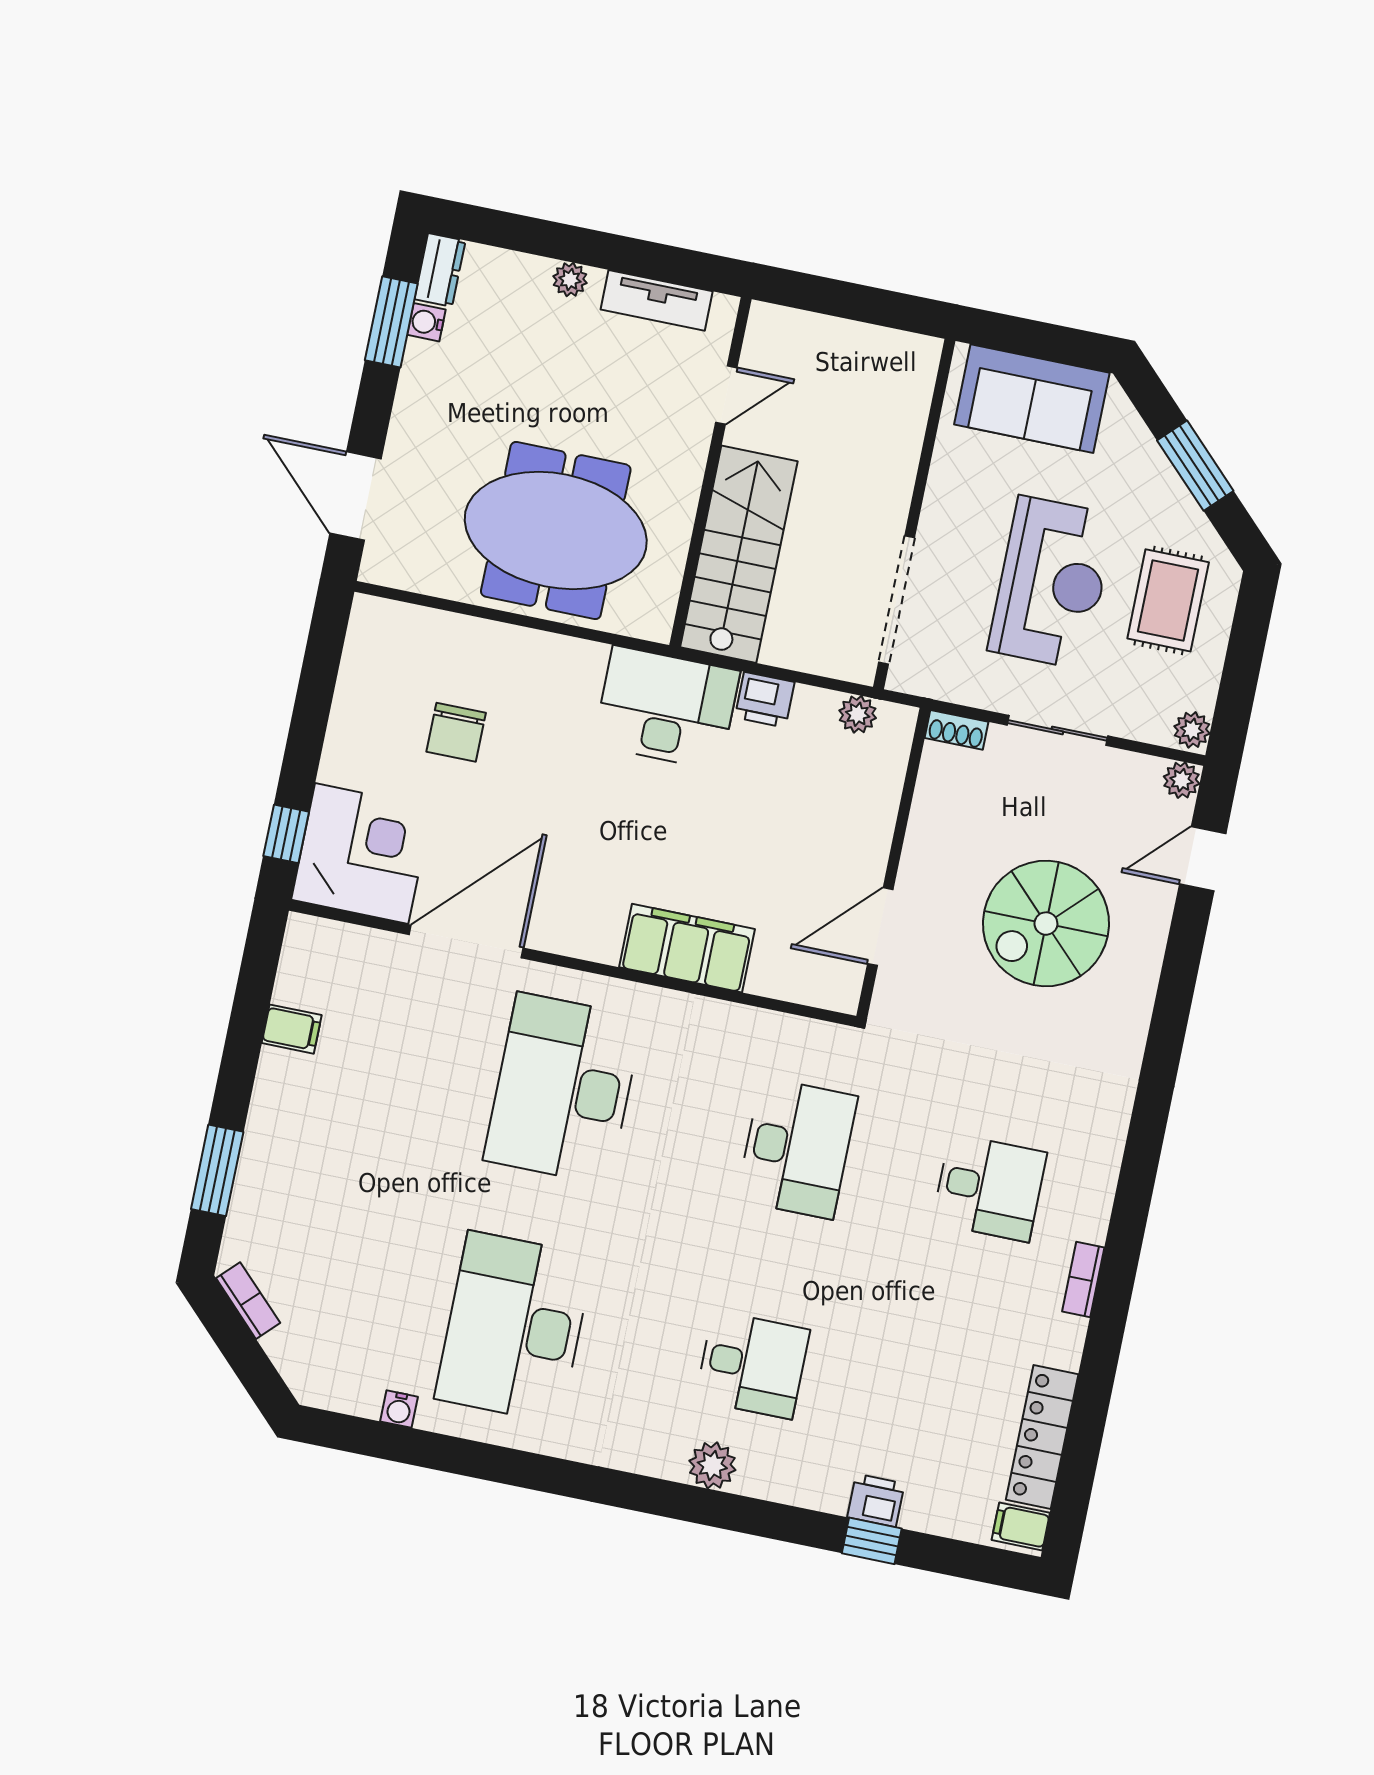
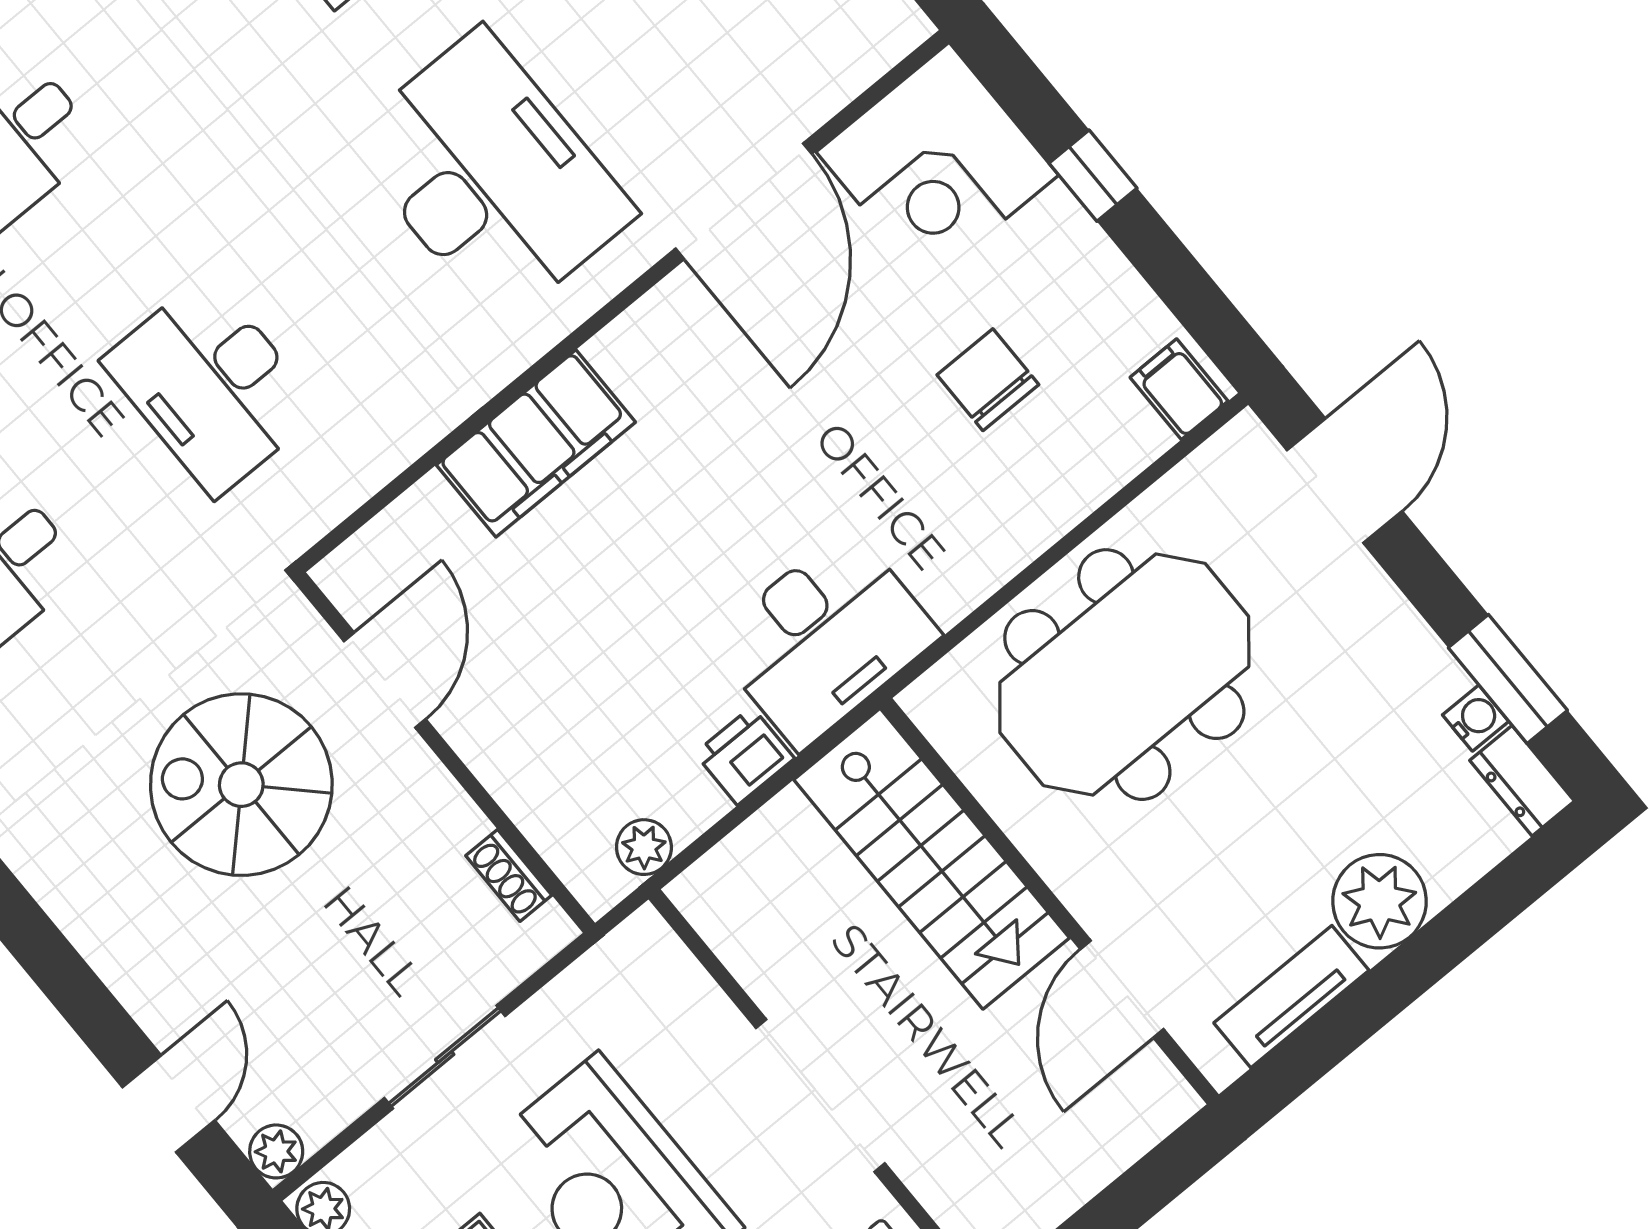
plant: (570, 280) -> (1379, 901), width x1.88, depth x1.88
door: (726, 395) -> (1122, 989), width x1.38
door: (356, 496) -> (1344, 481), hinge flipped
doorway: (897, 600) -> (820, 1096), moved
filing cabinet: (378, 625) -> (1179, 389), added
shoe rack: (956, 730) -> (509, 875), moved, turned -90
window: (286, 834) -> (1093, 176), moved
spiral stairs: (1046, 924) -> (241, 785), moved, turned -90

